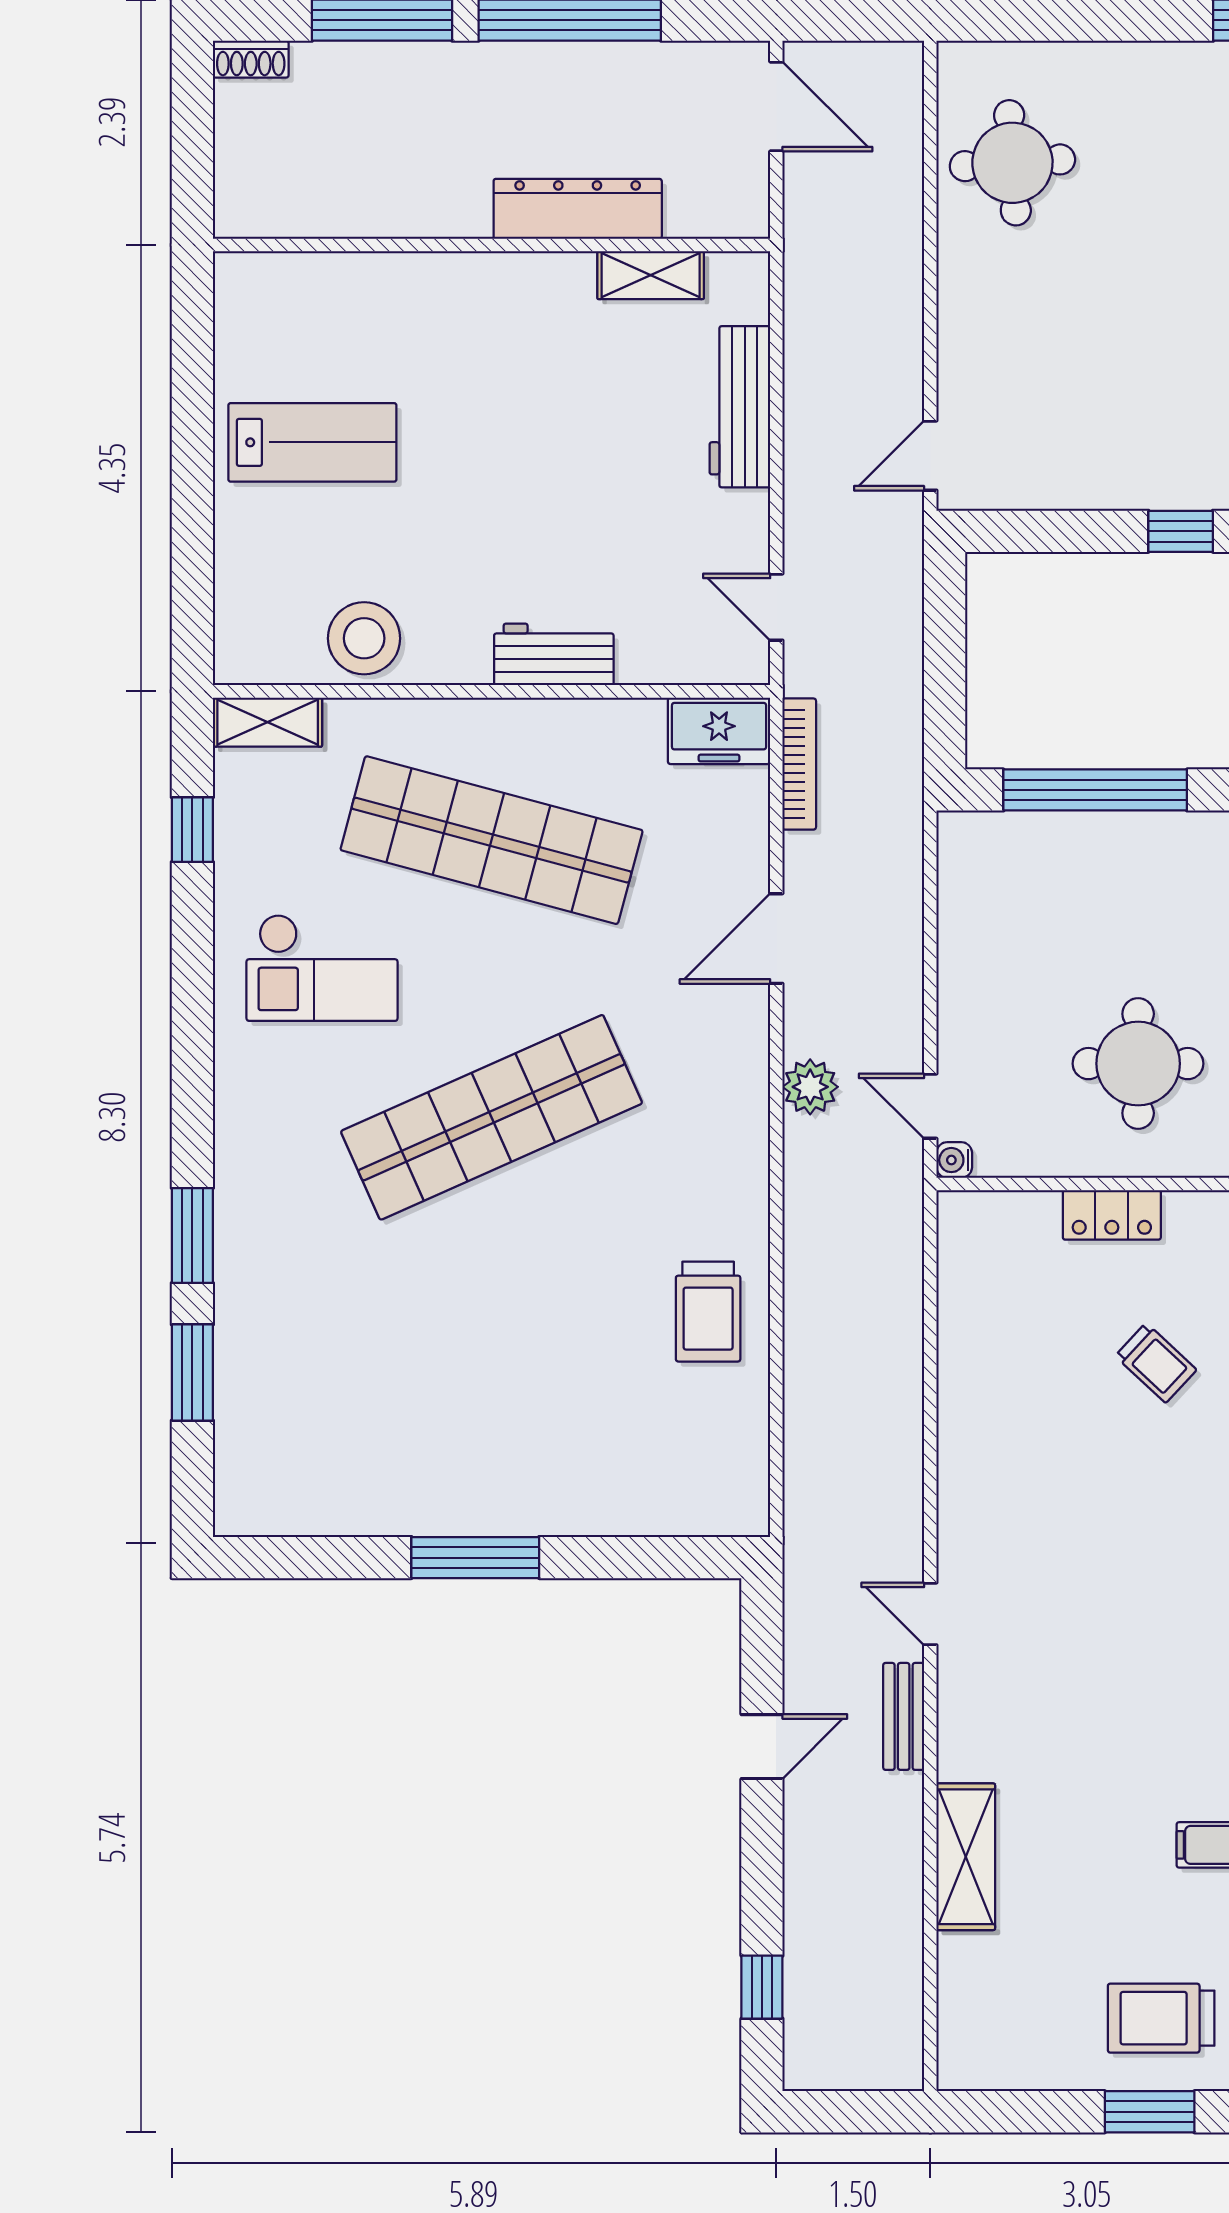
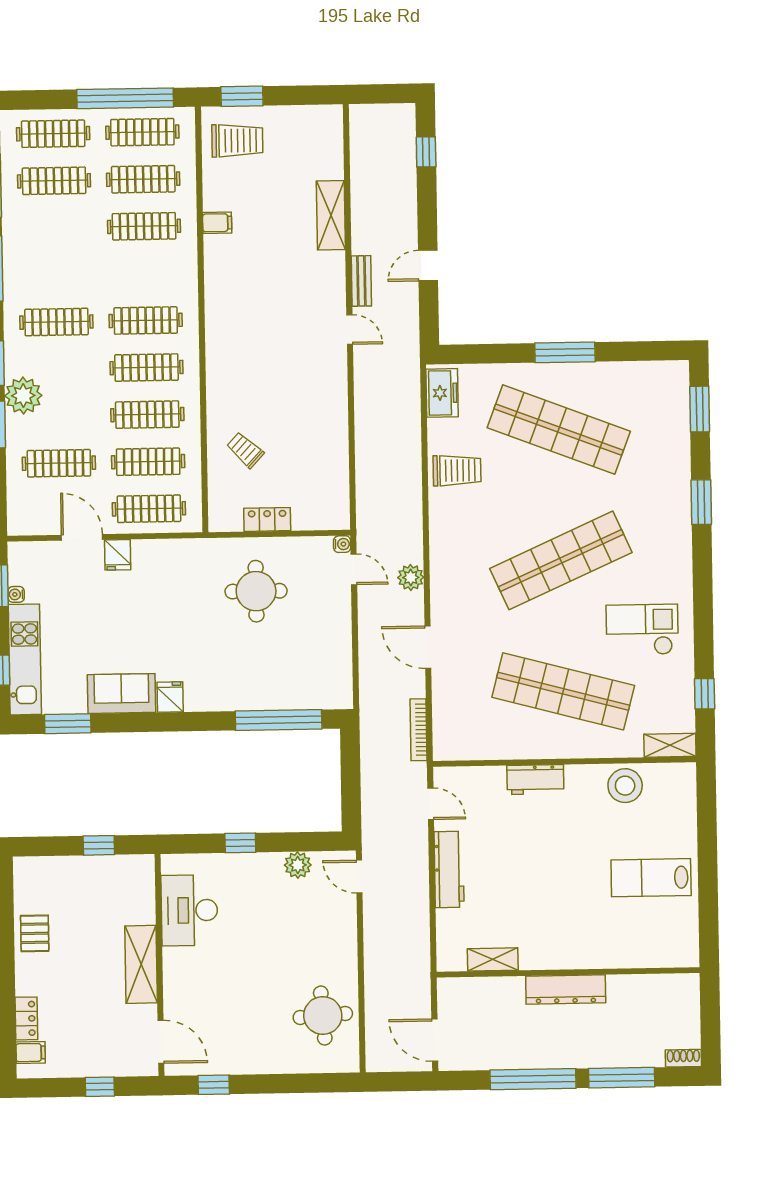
dresser: (578, 209) -> (566, 990), moved
workbench: (740, 407) -> (449, 869), moved
door: (930, 456) -> (359, 877), swing flipped
plant: (1060, 482) -> (298, 865), added
freezer: (719, 731) -> (442, 393), moved, turned 90
door: (776, 939) -> (428, 647), swing flipped
trolley: (708, 1312) -> (457, 470), turned 90
window: (192, 1373) -> (700, 409), moved
shop shelf: (492, 1394) -> (559, 430), added

